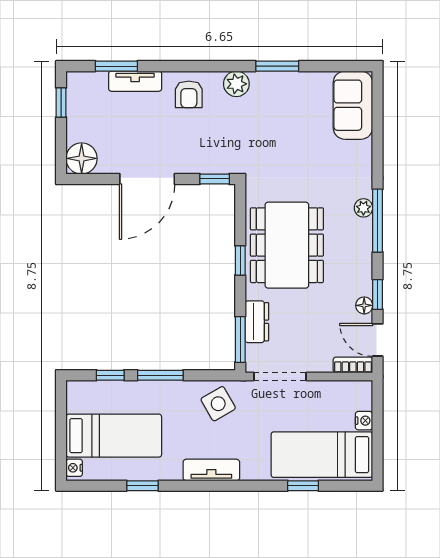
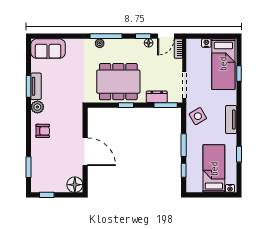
tv unit: (135, 81) -> (36, 86), moved
window: (215, 179) -> (85, 118), removed

